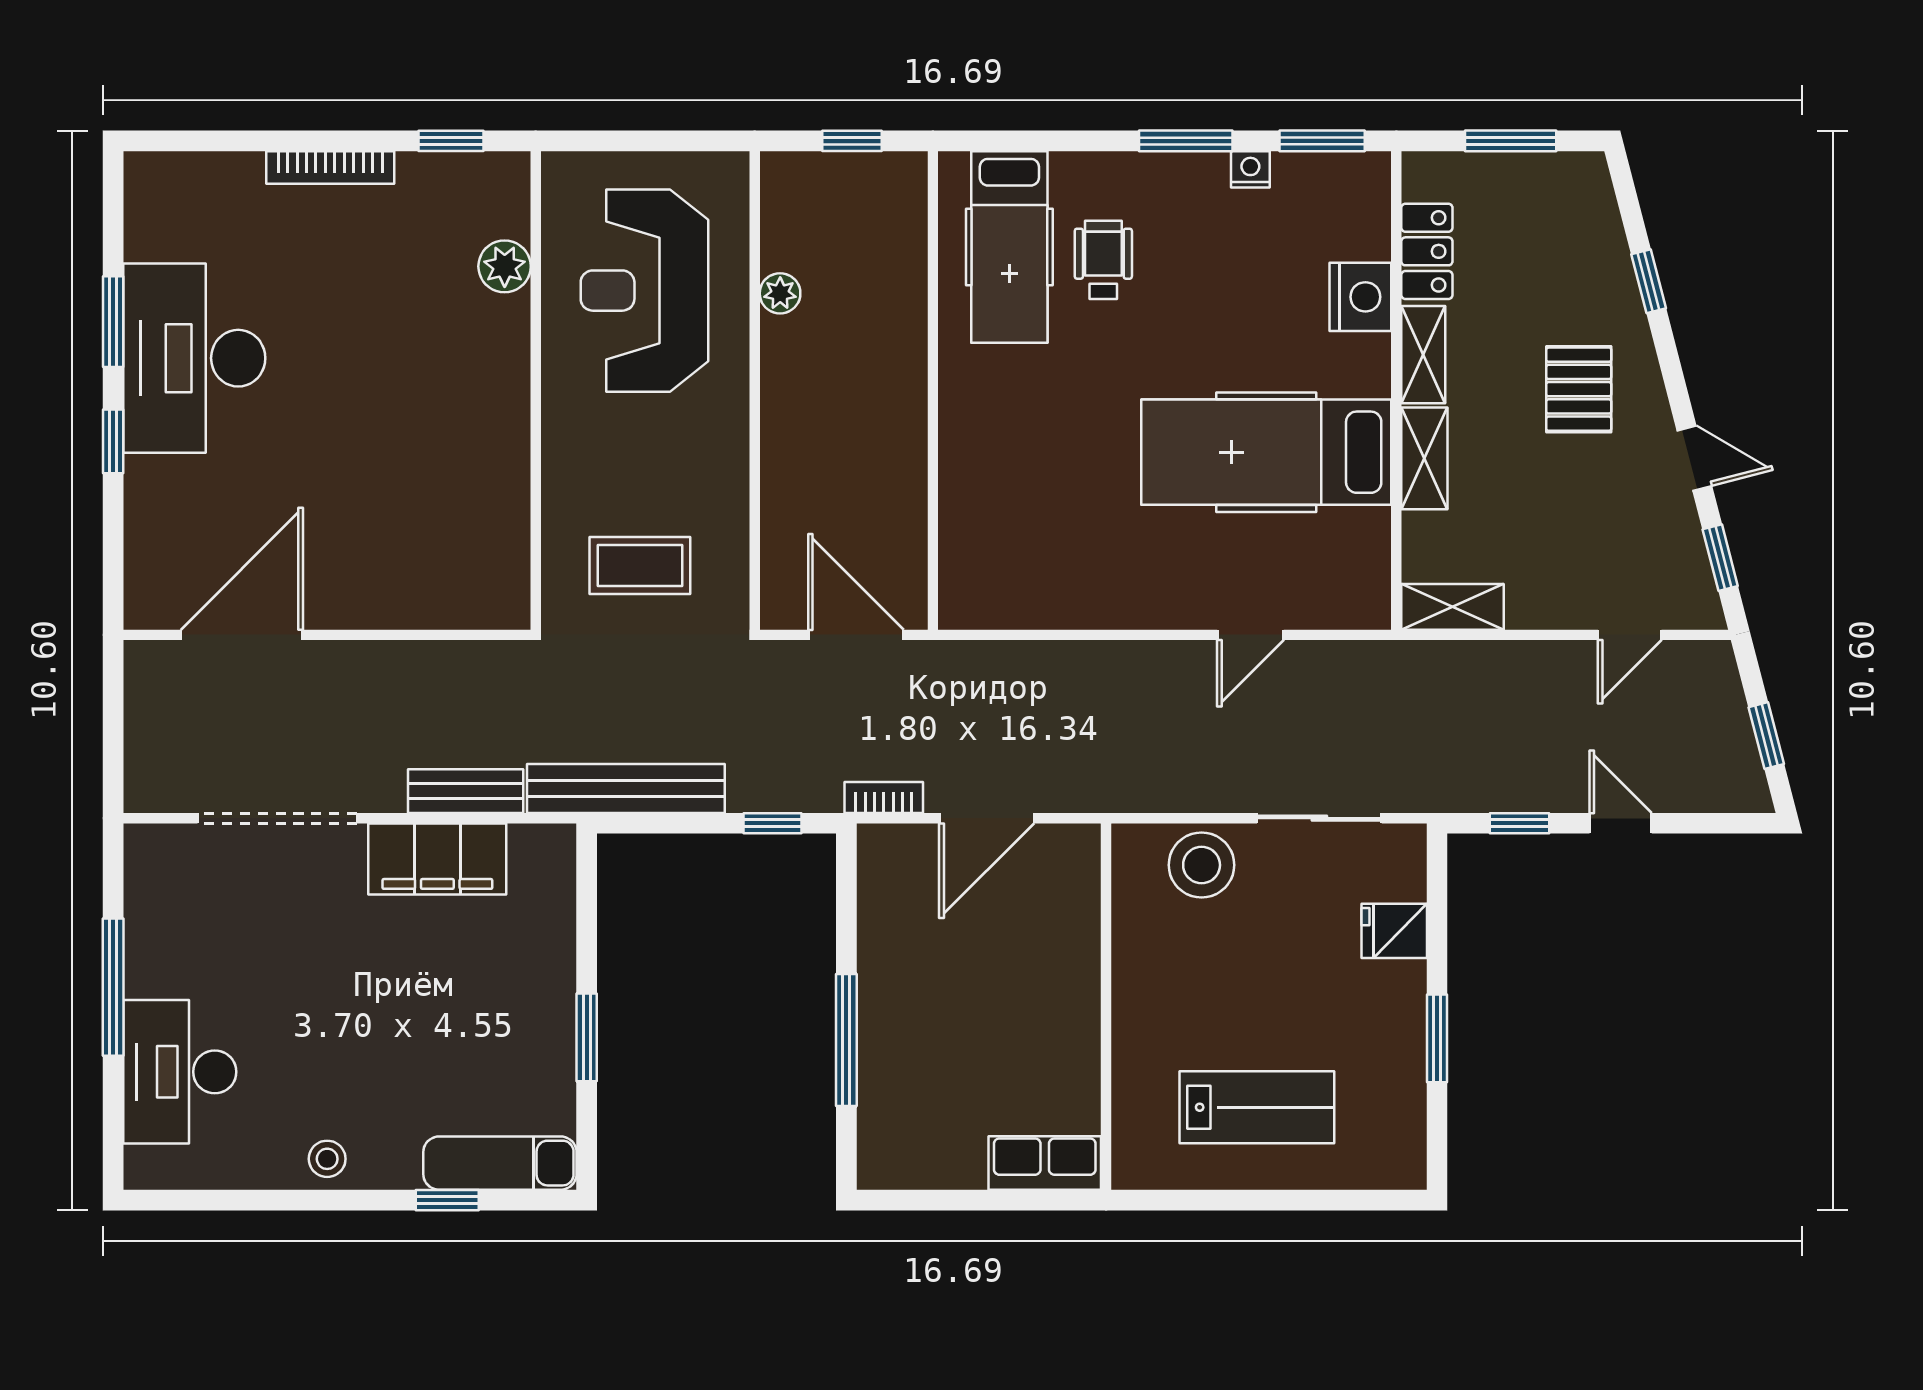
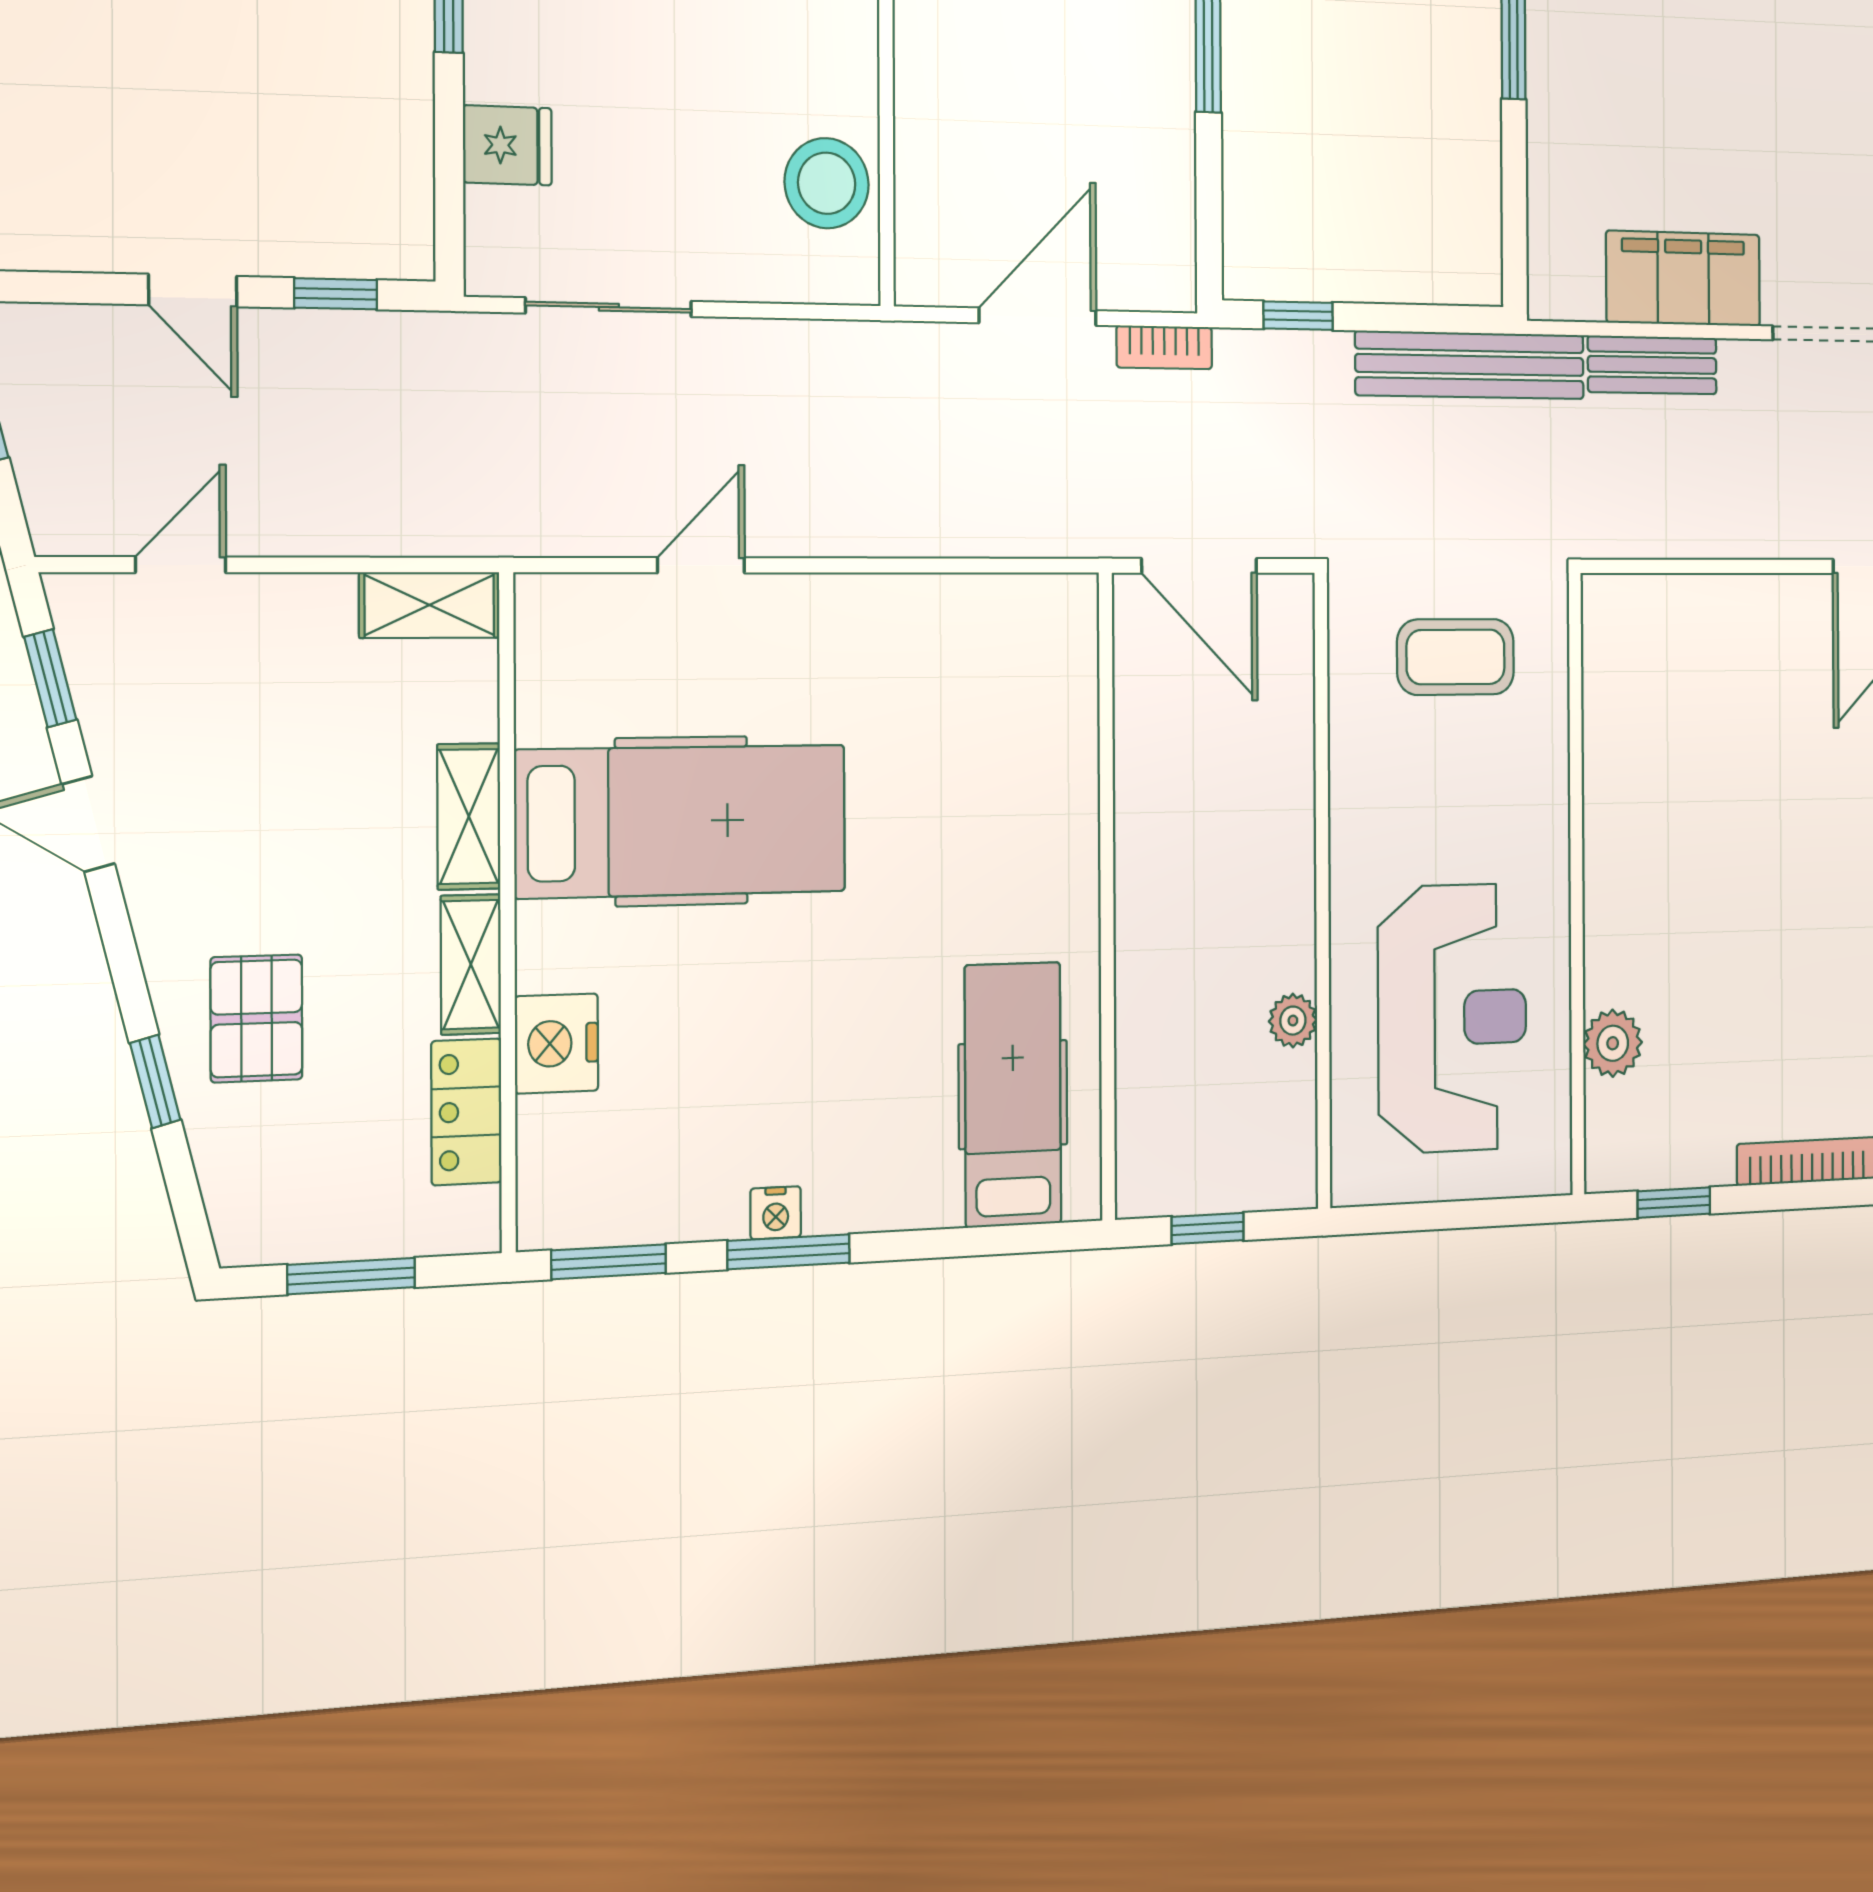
nightstand: (1250, 169) -> (776, 1213), moved
wheelchair: (1103, 260) -> (894, 1082), removed
pallet: (1579, 389) -> (256, 1018), moved
stool: (1202, 865) -> (827, 183), moved

